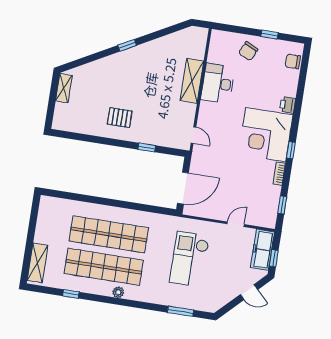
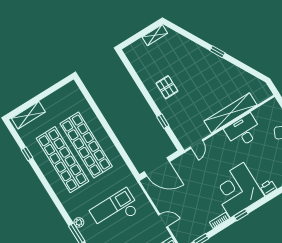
shelving: (192, 81) -> (231, 113), width x1.47
plant: (118, 292) -> (79, 222), moved

